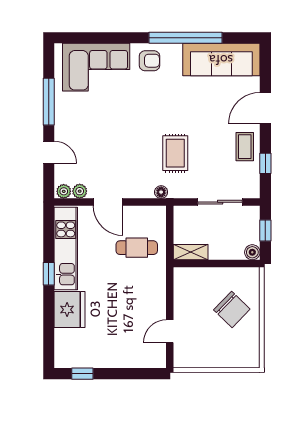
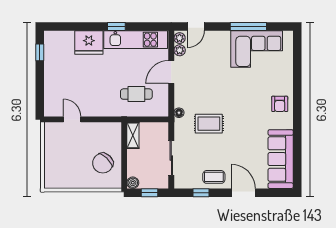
window: (186, 38) -> (297, 131), removed
corner sofa: (96, 67) -> (257, 49), moved, turned -90
door: (49, 152) -> (196, 27), moved
cafe table: (137, 248) -> (136, 94), turned 90
chair: (232, 310) -> (103, 163), moved

